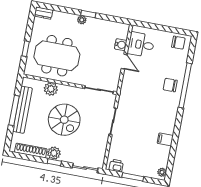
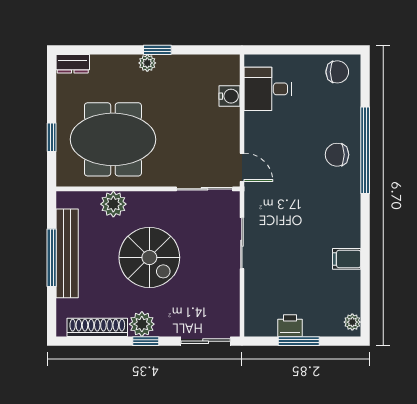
door: (124, 62) -> (242, 167), moved
printer: (116, 166) -> (290, 326), moved

